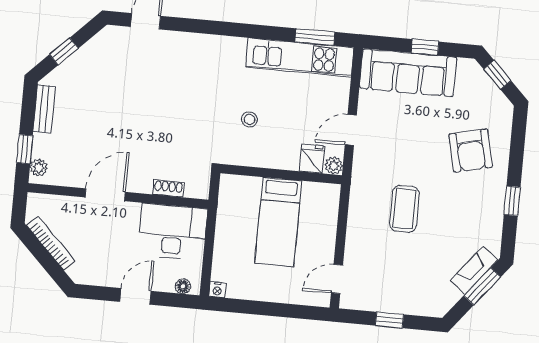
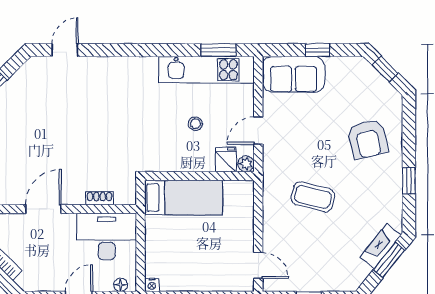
sofa: (408, 73) -> (294, 74), width x0.73
stool: (249, 119) -> (195, 124), moved
coffee table: (404, 209) -> (313, 197), turned -76
bed: (278, 222) -> (184, 198), moved, turned -90
door: (337, 279) -> (258, 265), swing flipped

